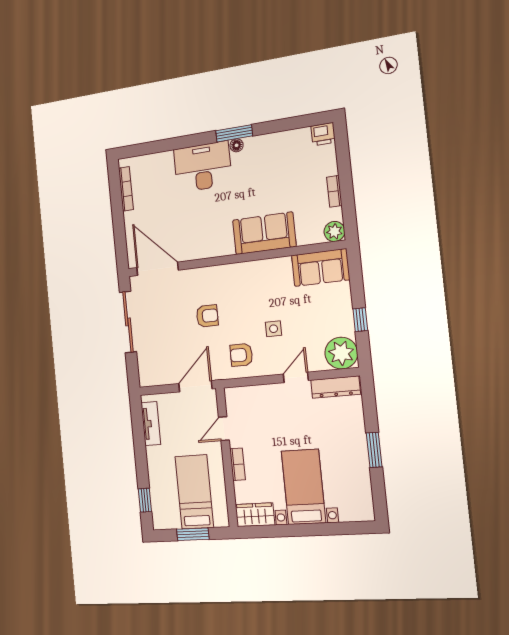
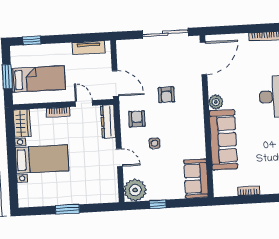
plant: (334, 231) -> (216, 102), moved
sofa: (264, 233) -> (223, 140), width x1.36
dresser: (335, 387) -> (108, 122), moved

